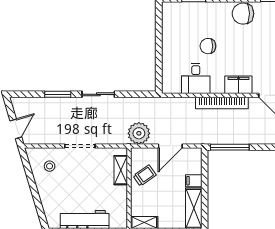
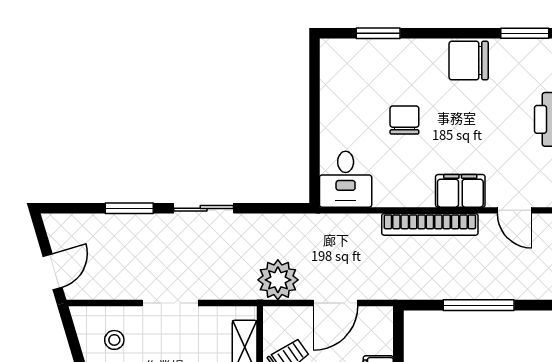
chair: (208, 46) -> (404, 120), turned 90
desk: (196, 78) -> (346, 179), moved
window: (230, 147) -> (479, 305), moved

